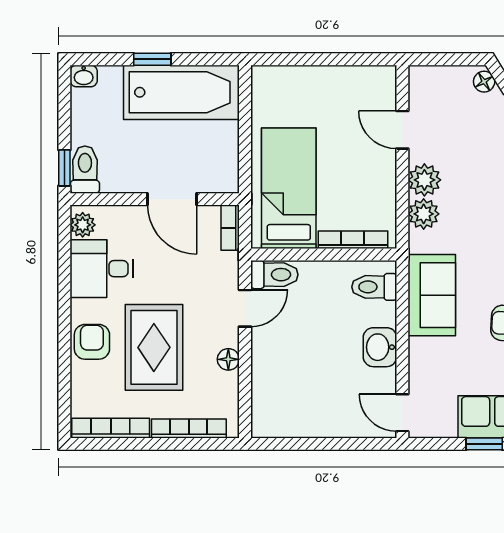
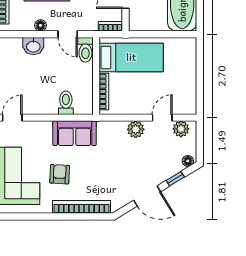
plant: (424, 214) -> (181, 129), moved
toilet: (374, 287) -> (66, 103), moved
washbasin: (380, 347) -> (33, 46), moved, turned 180

